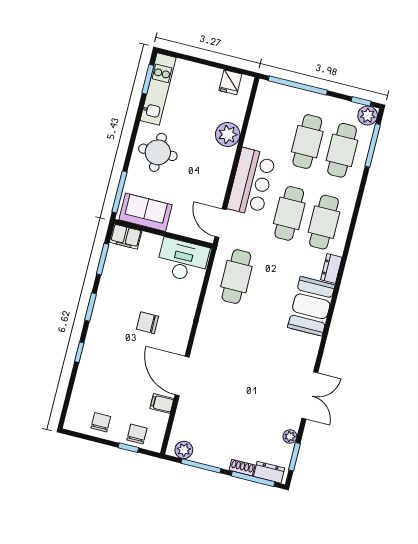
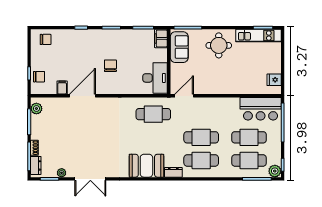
plant: (228, 135) -> (241, 86), removed
bar counter: (252, 182) -> (261, 109), moved
chair: (101, 422) -> (46, 39), moved

